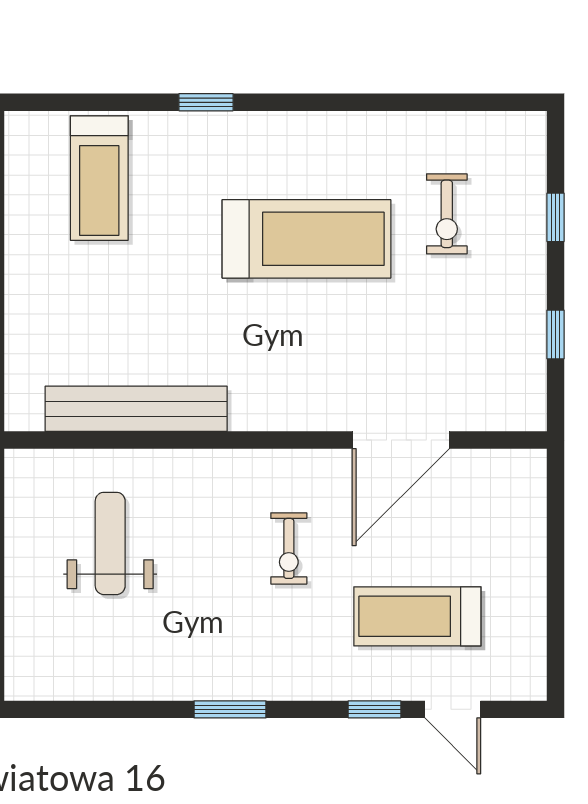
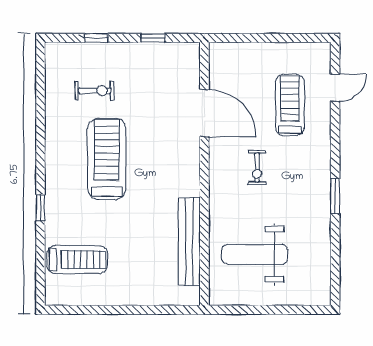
weight bench: (110, 543) -> (255, 254), width x1.36, depth x1.33
exercise bike: (289, 548) -> (257, 167), turned 90
treadmill: (417, 616) -> (290, 105), turned 180
window: (374, 709) -> (335, 126), removed

